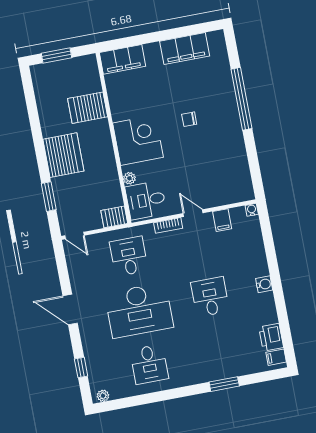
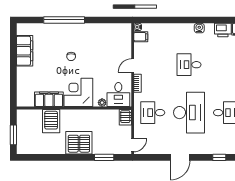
filing cabinet: (122, 59) -> (49, 99), moved, turned -90
filing cabinet: (222, 220) -> (141, 37), moved
water cooler: (264, 284) -> (199, 28), moved

